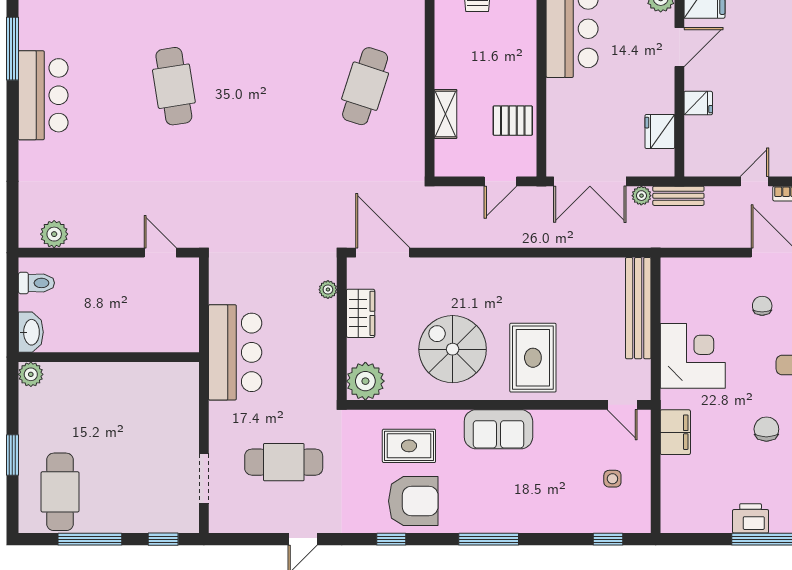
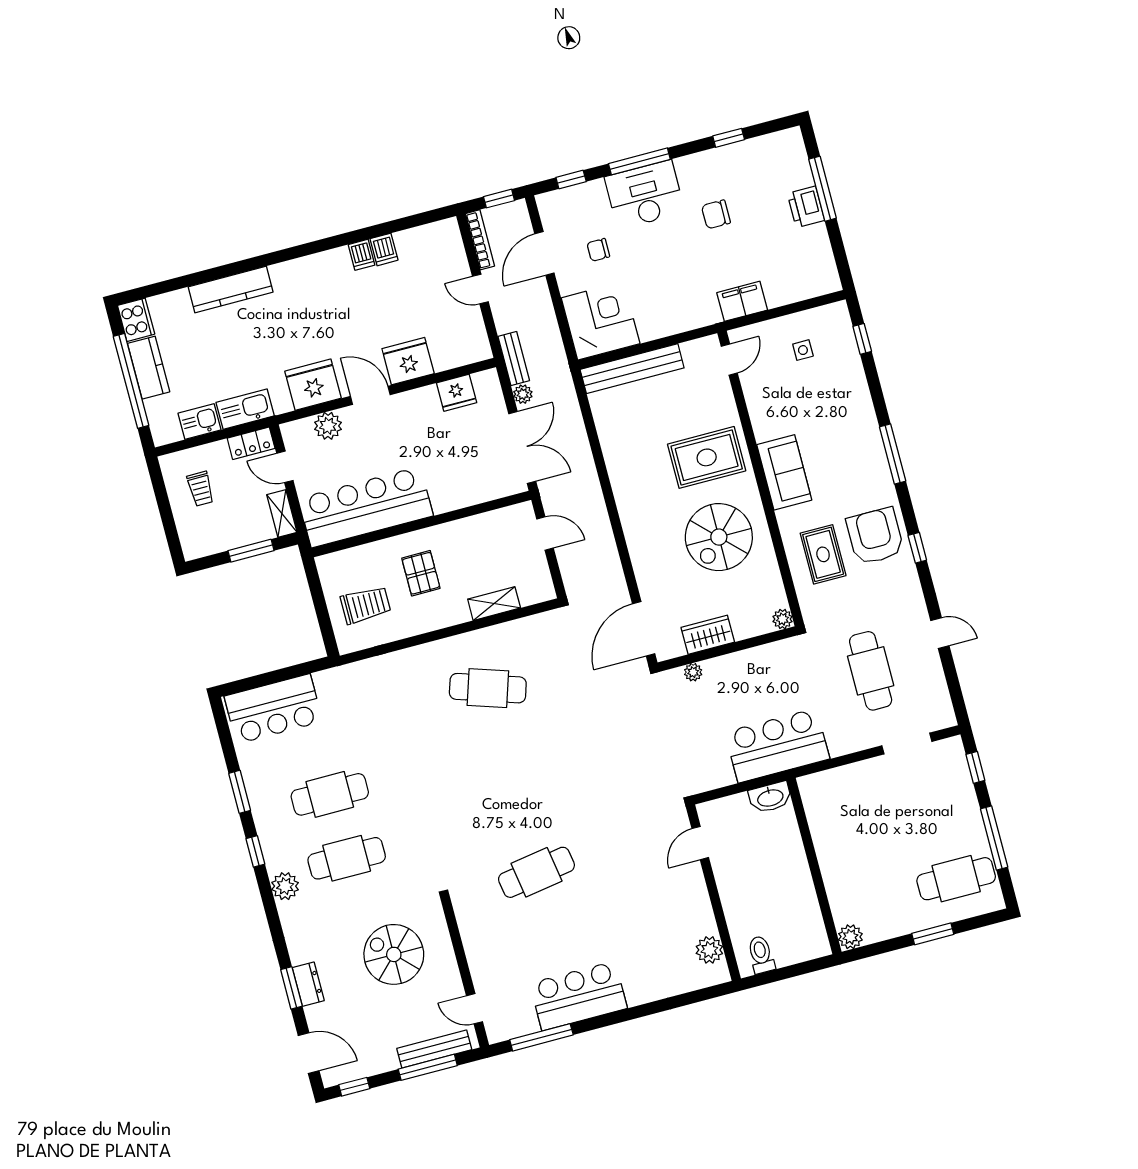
fridge: (698, 103) -> (408, 361), width x1.88, depth x1.34
pallet: (513, 121) -> (421, 573), moved
washbasin: (31, 332) -> (770, 797), moved, turned 180
corner desk: (693, 356) -> (601, 321), moved, turned 90
plant: (365, 381) -> (783, 619), width x0.53, depth x0.53

